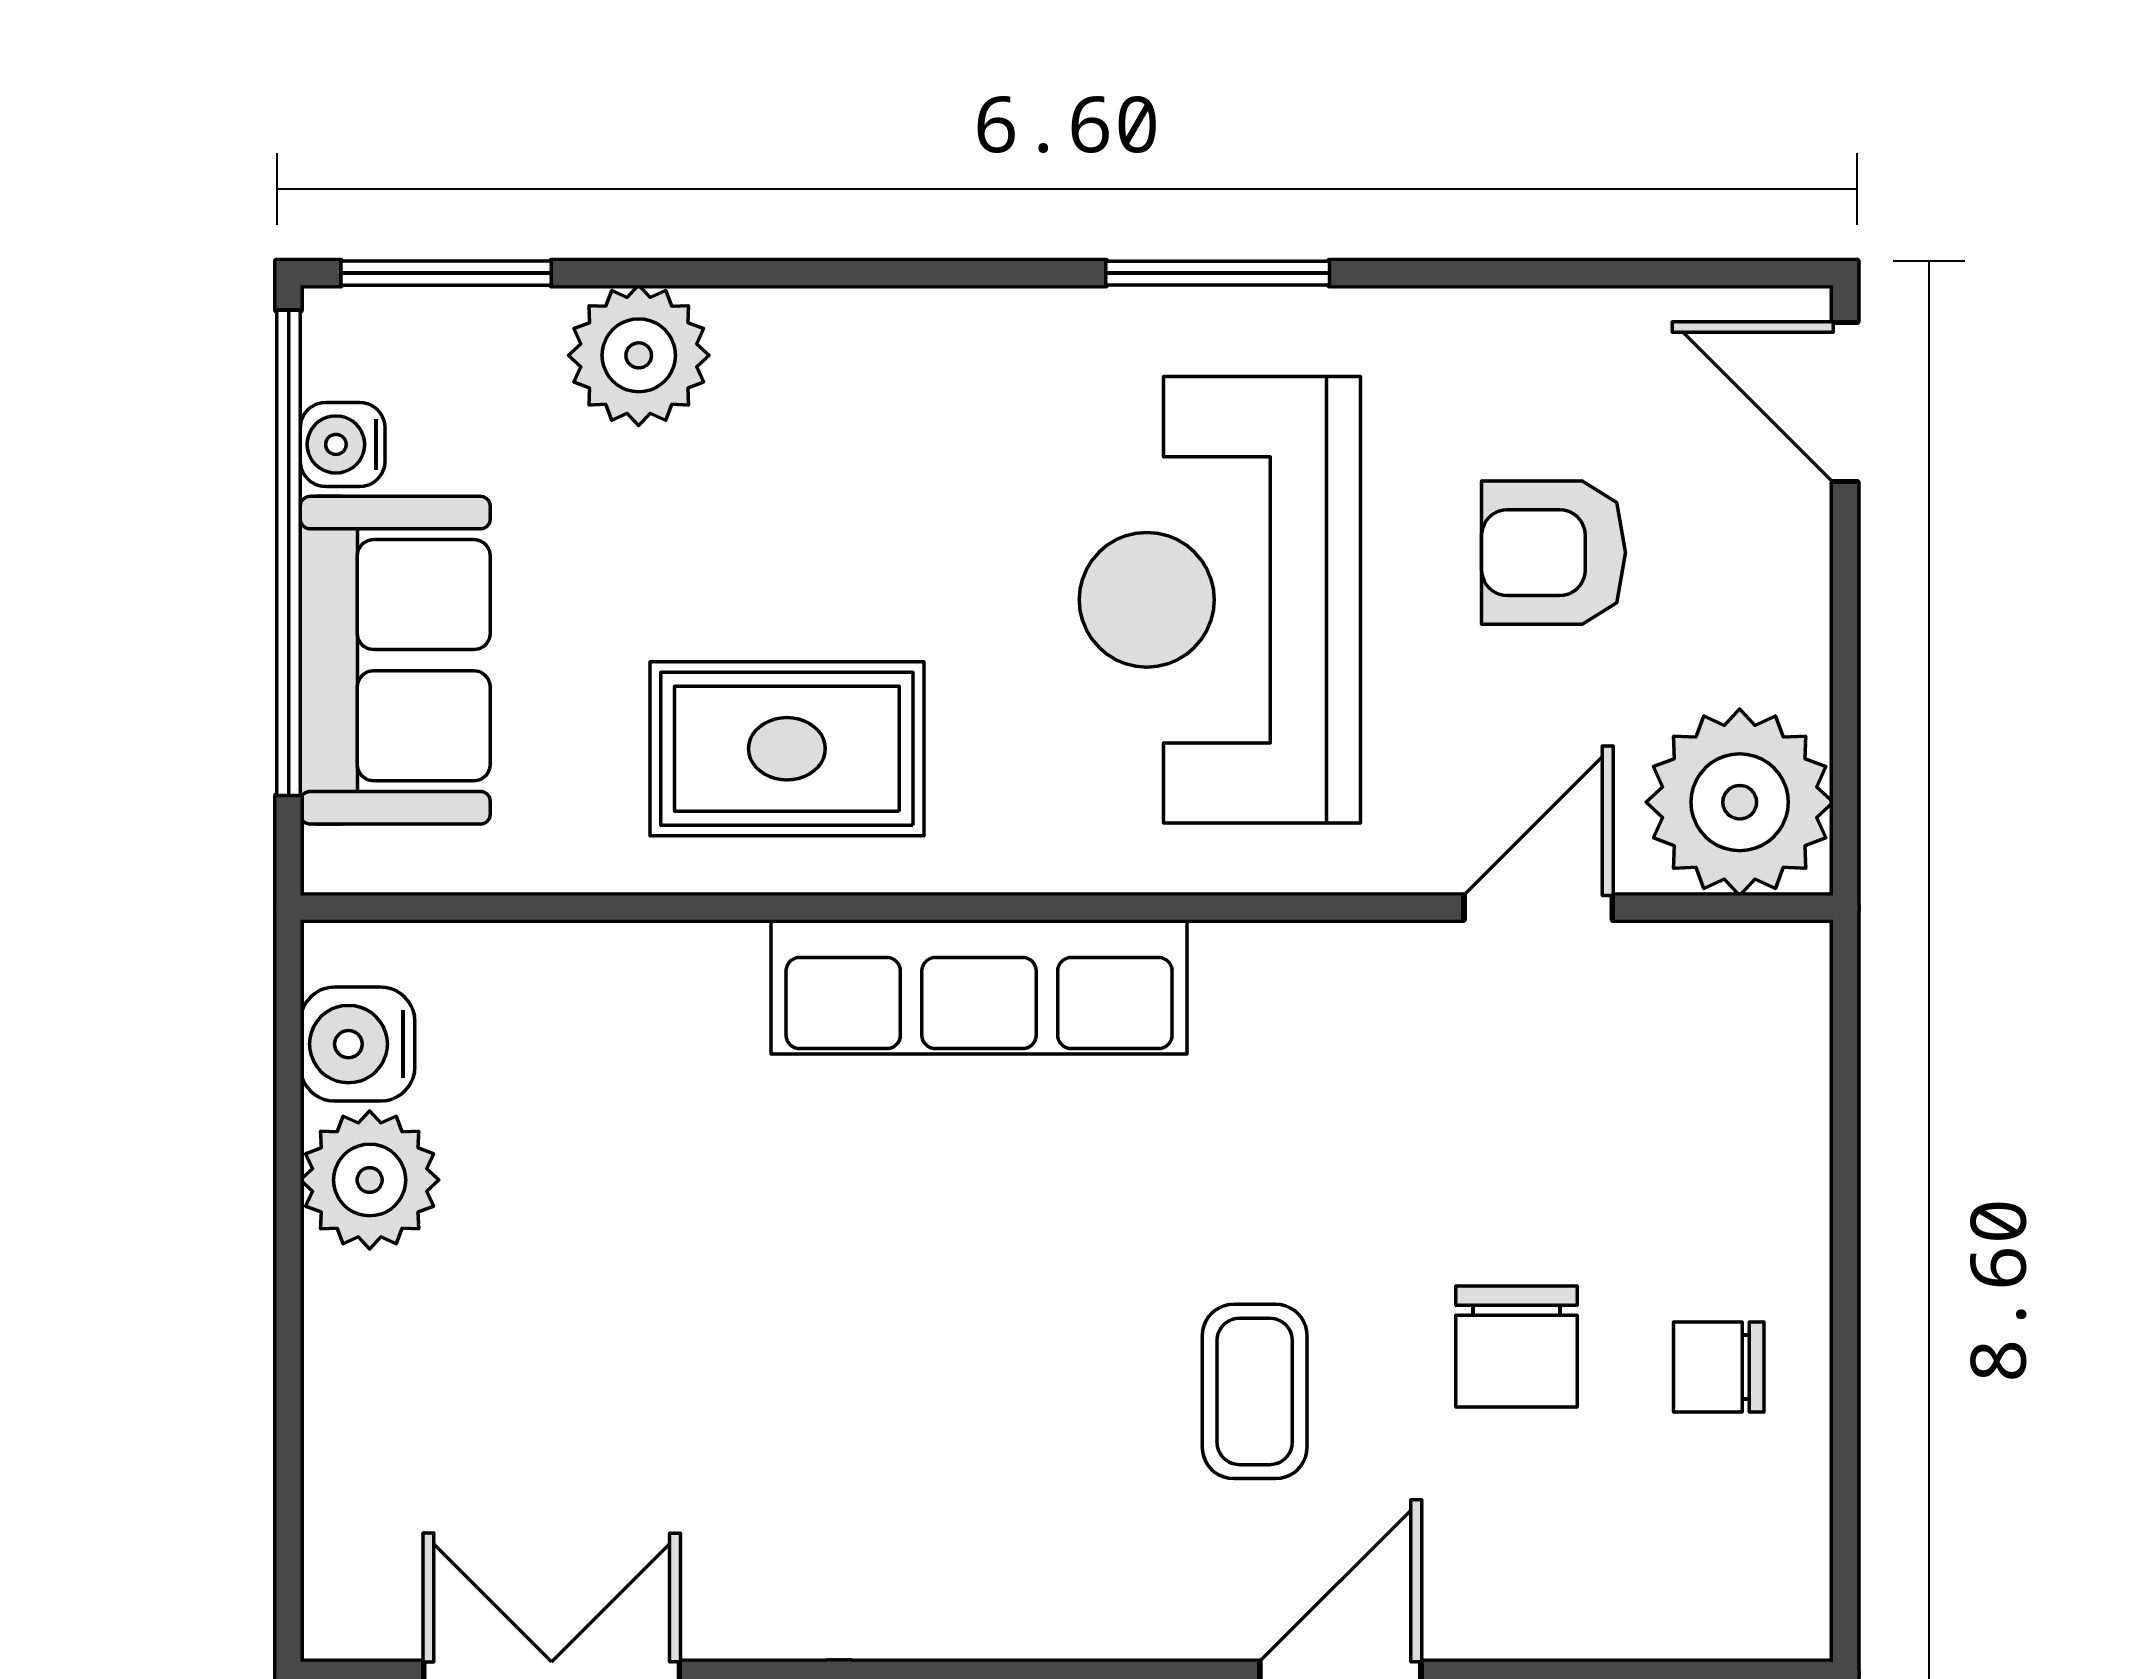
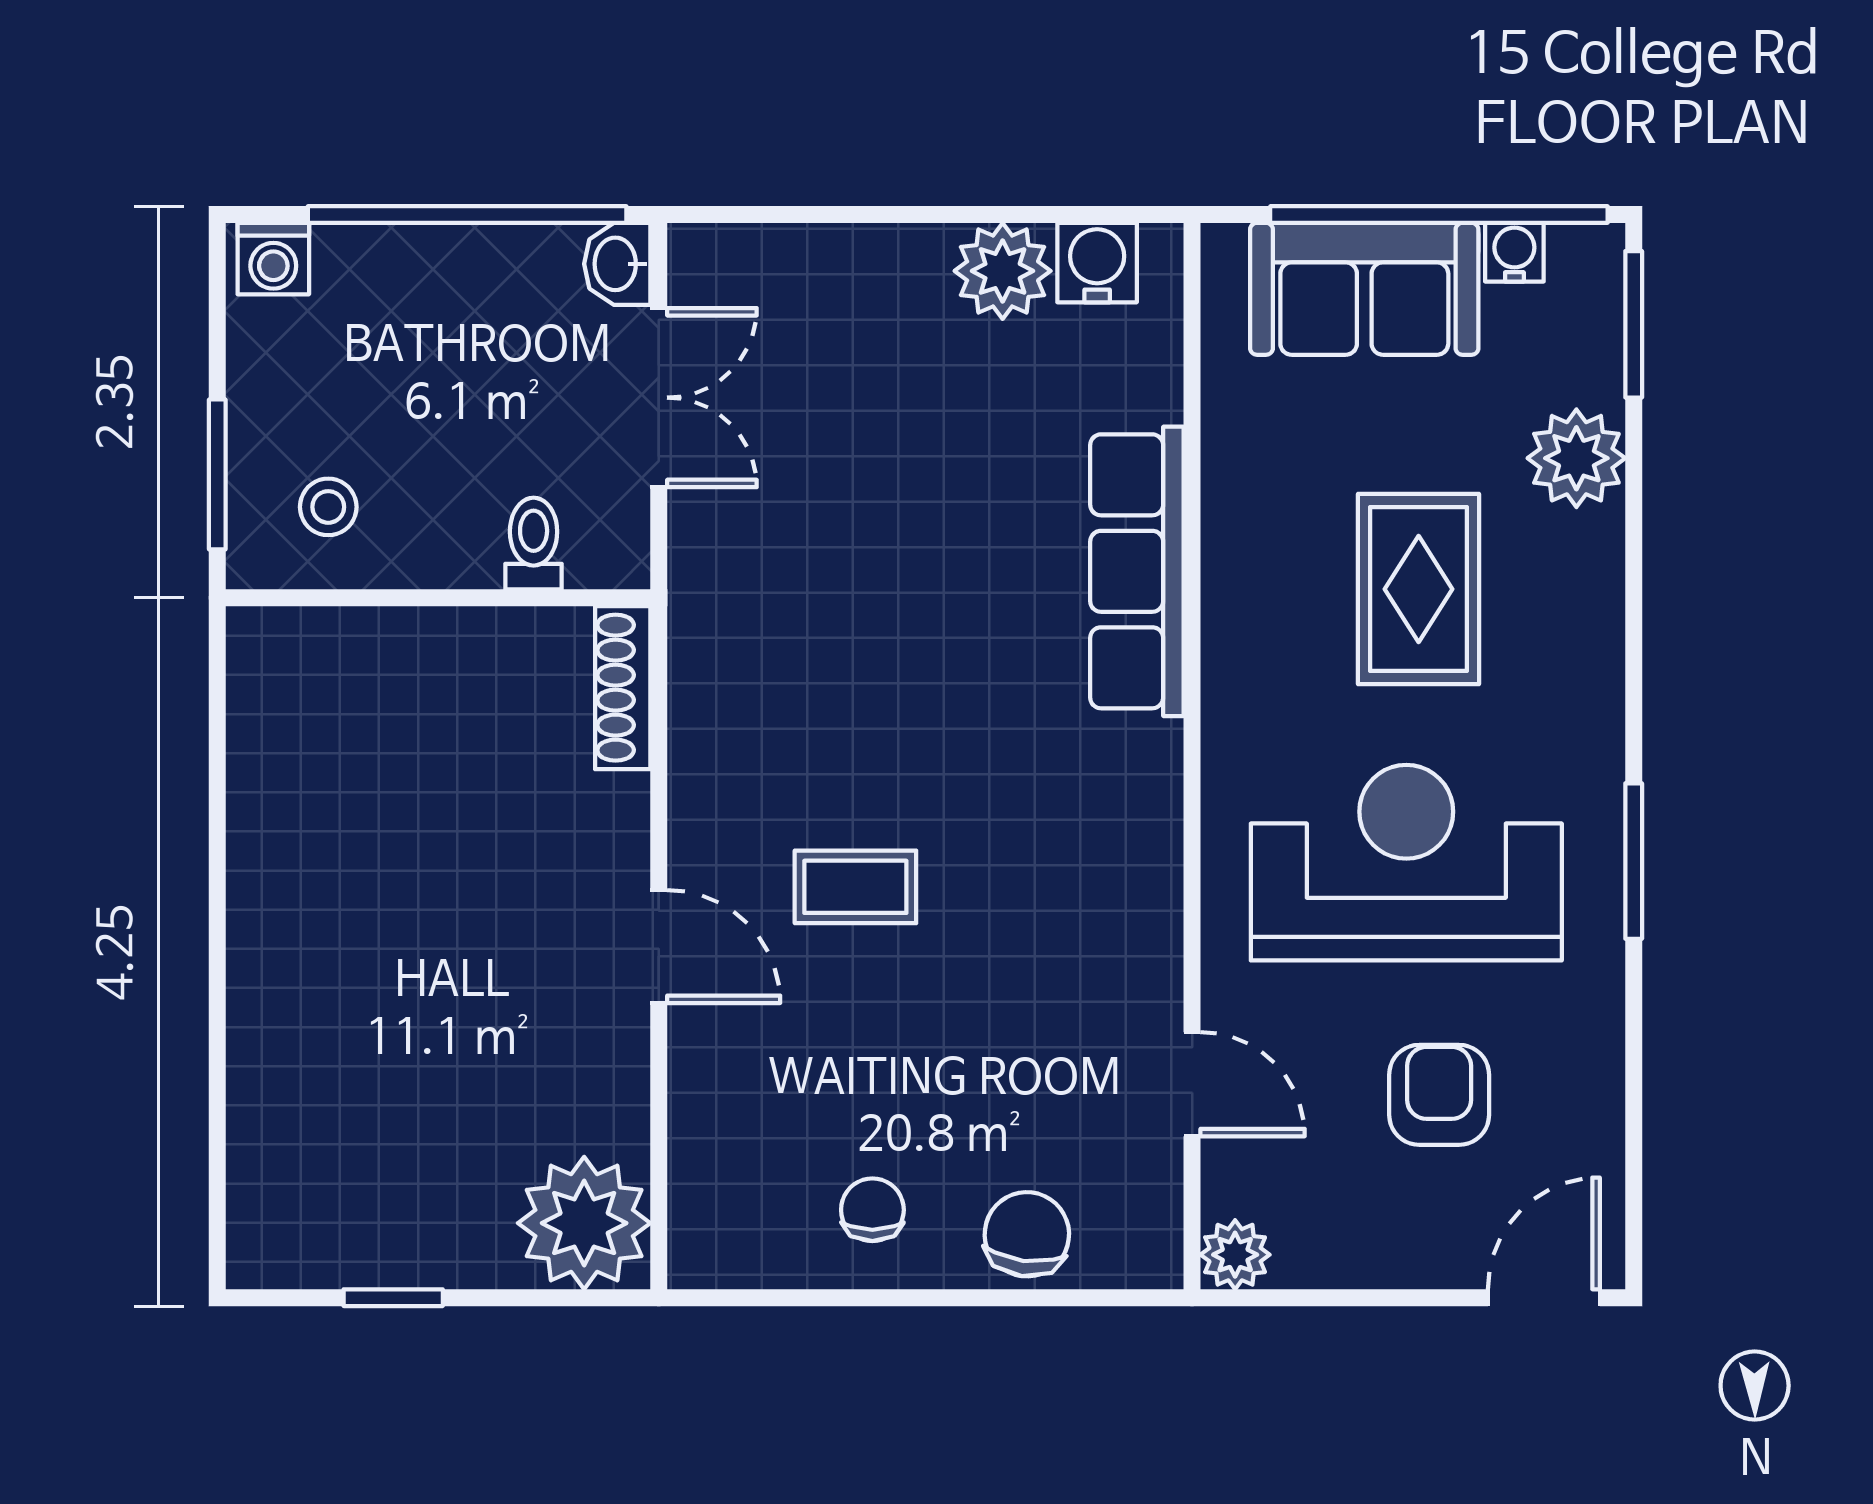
rug: (787, 749) -> (1419, 589), moved
plant: (1740, 802) -> (1235, 1255), width x0.53, depth x0.53
row of seats: (979, 987) -> (1137, 571), moved
chair: (1517, 1347) -> (1027, 1234), moved, turned 97

